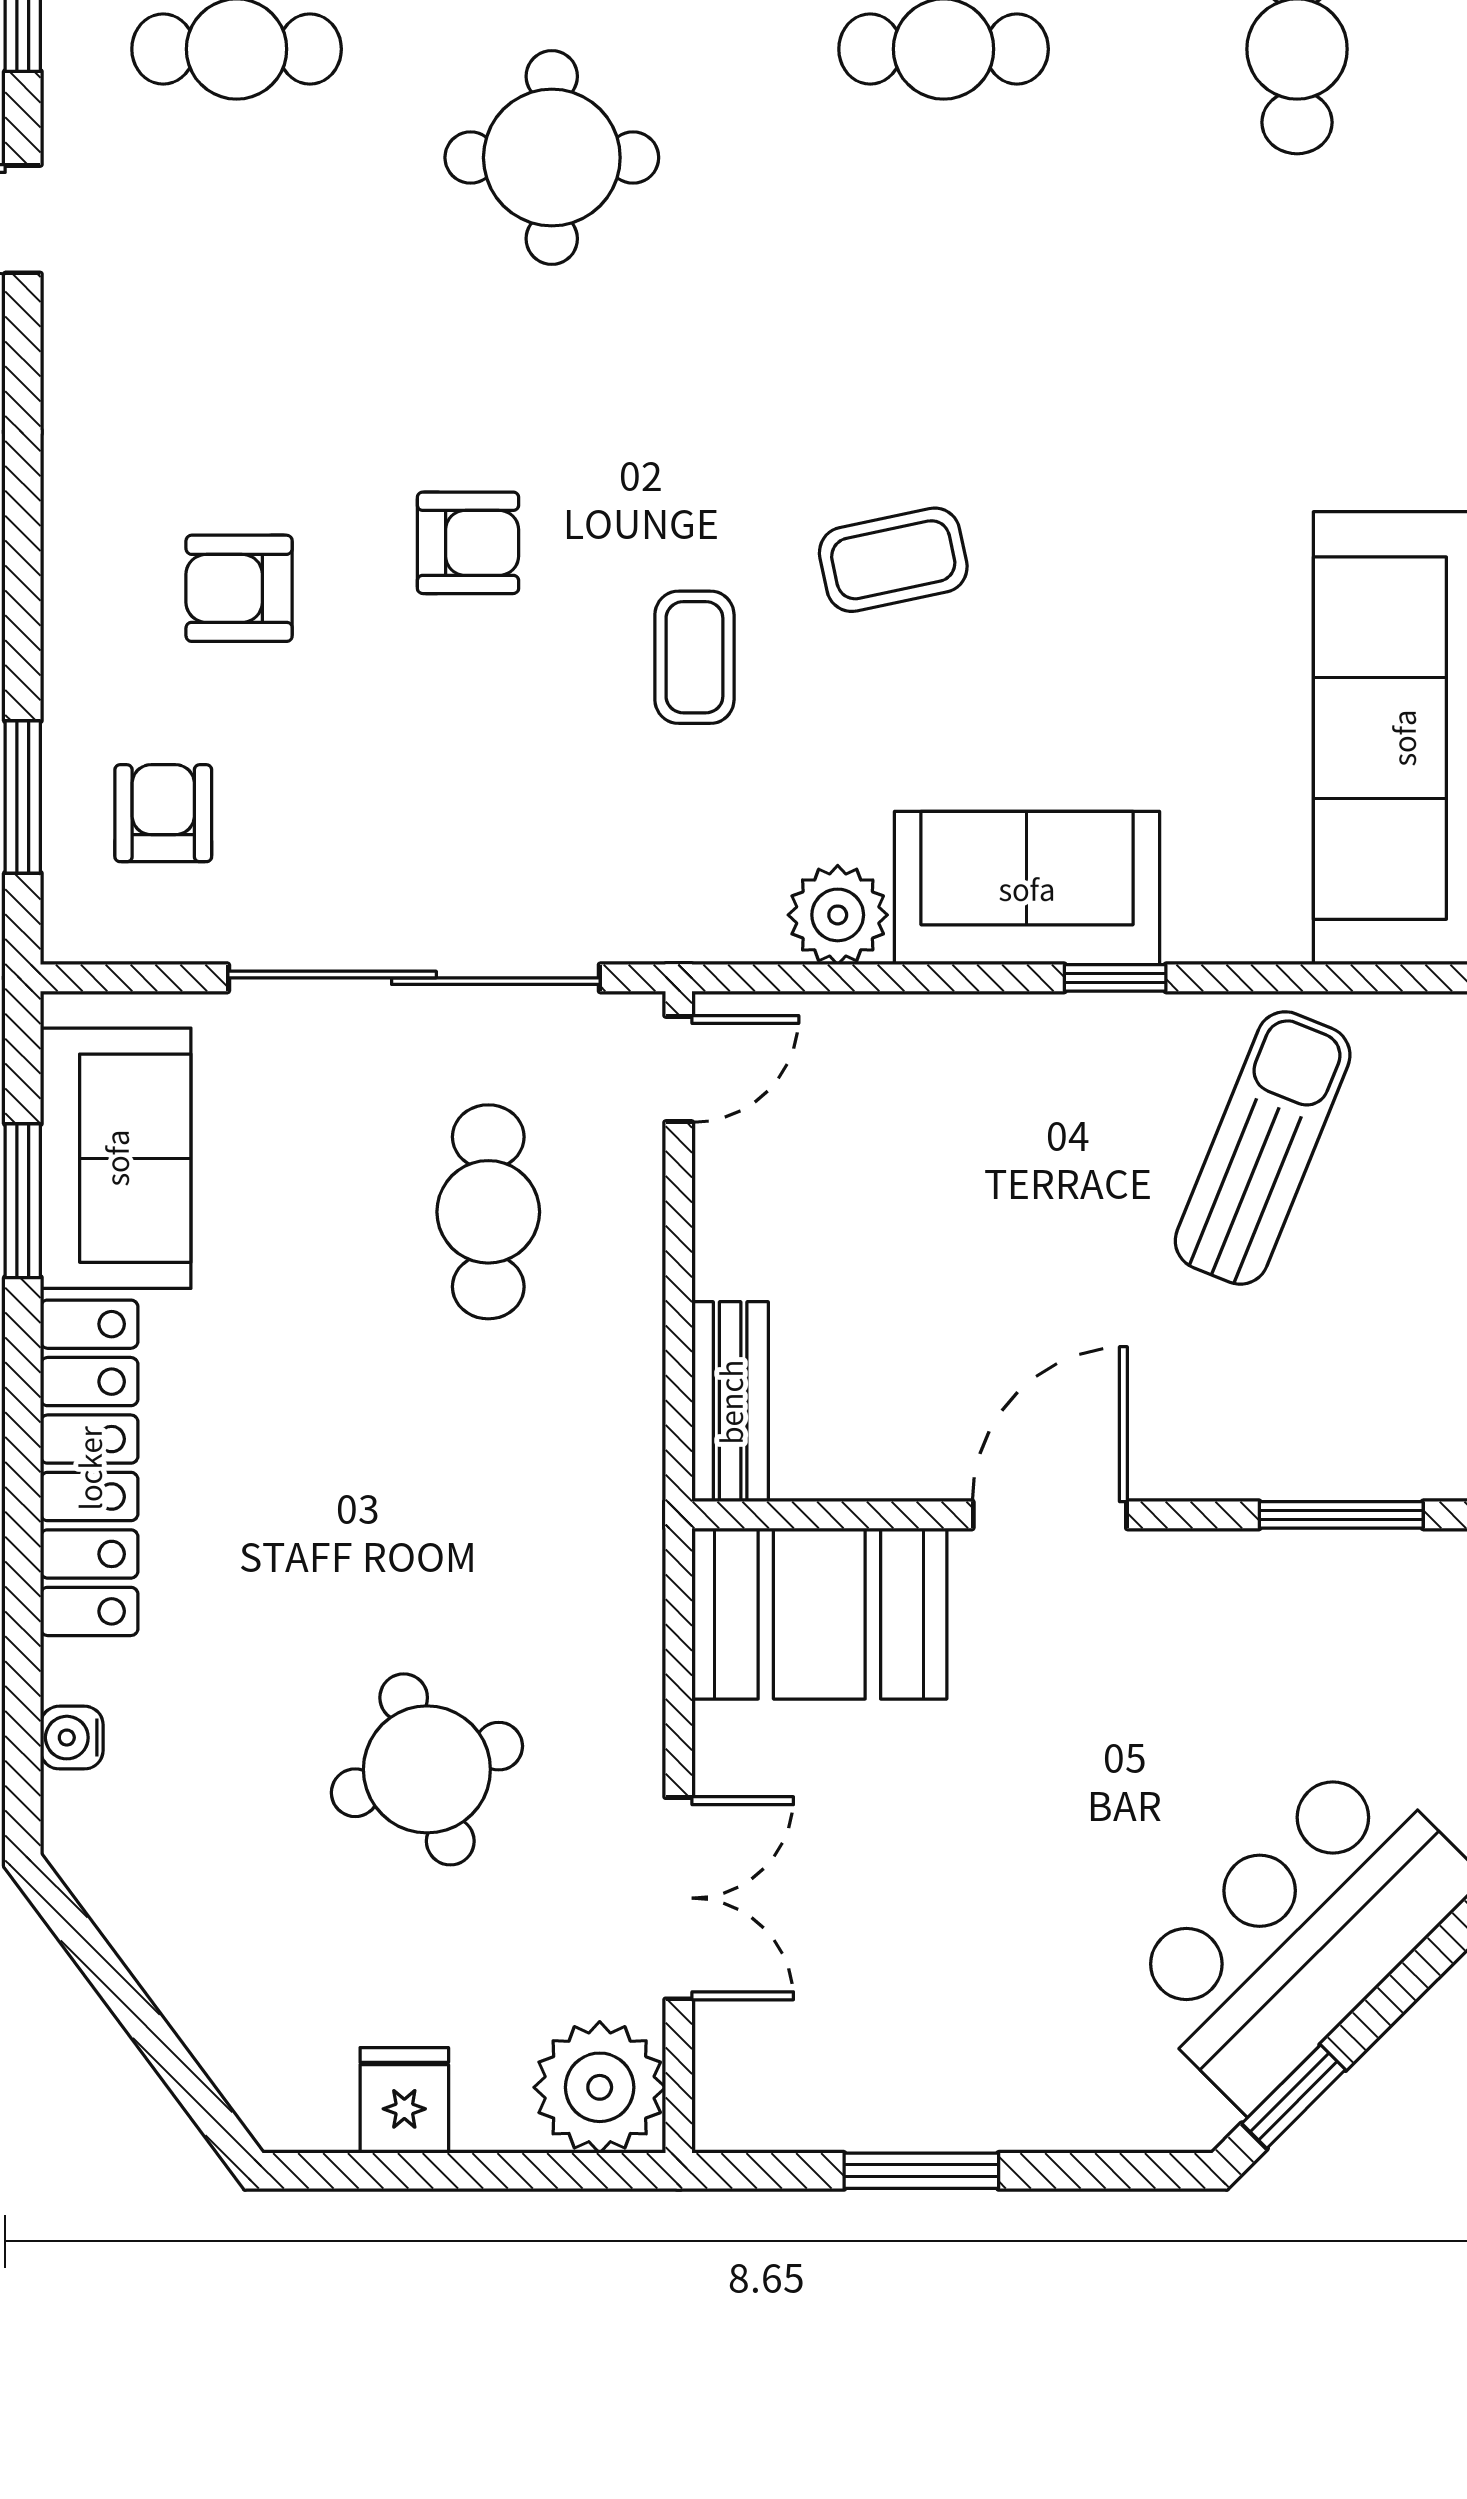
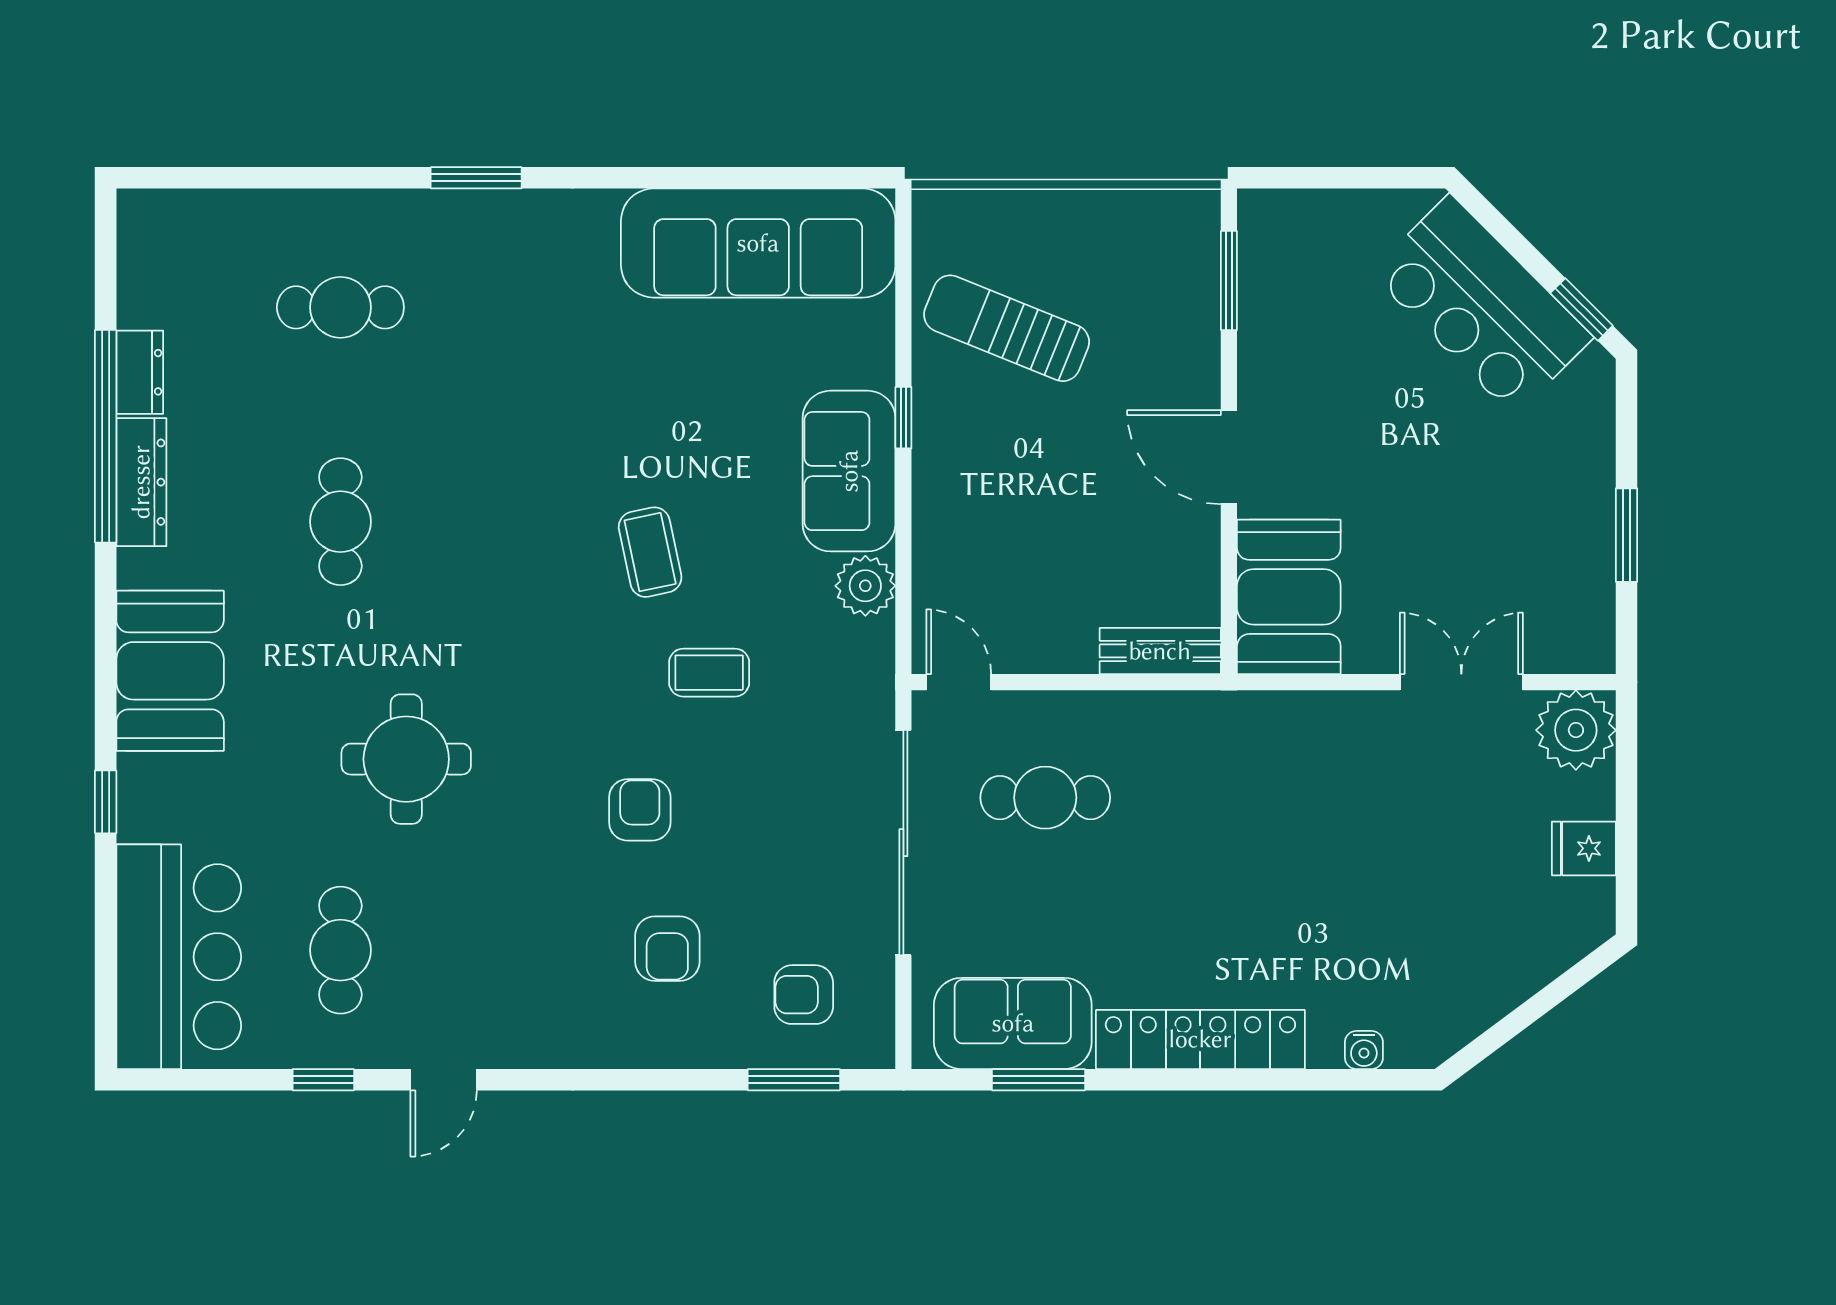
round table: (427, 1769) -> (1383, 835), removed

